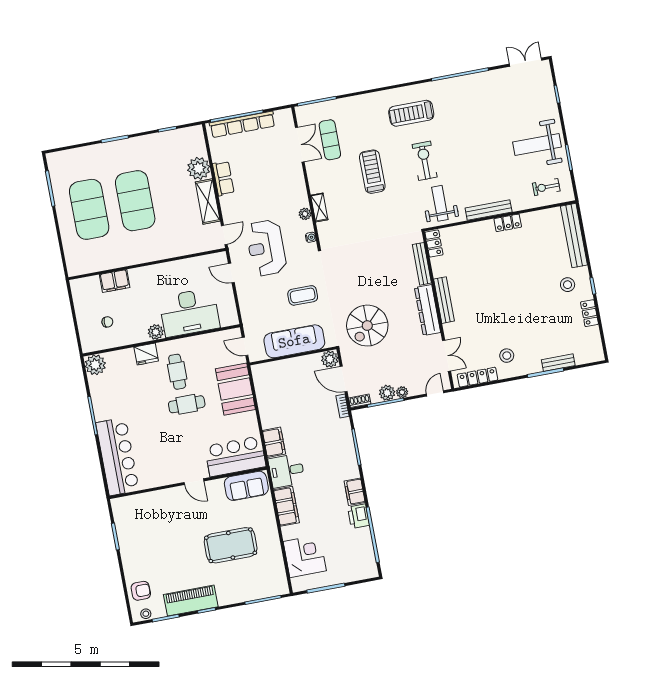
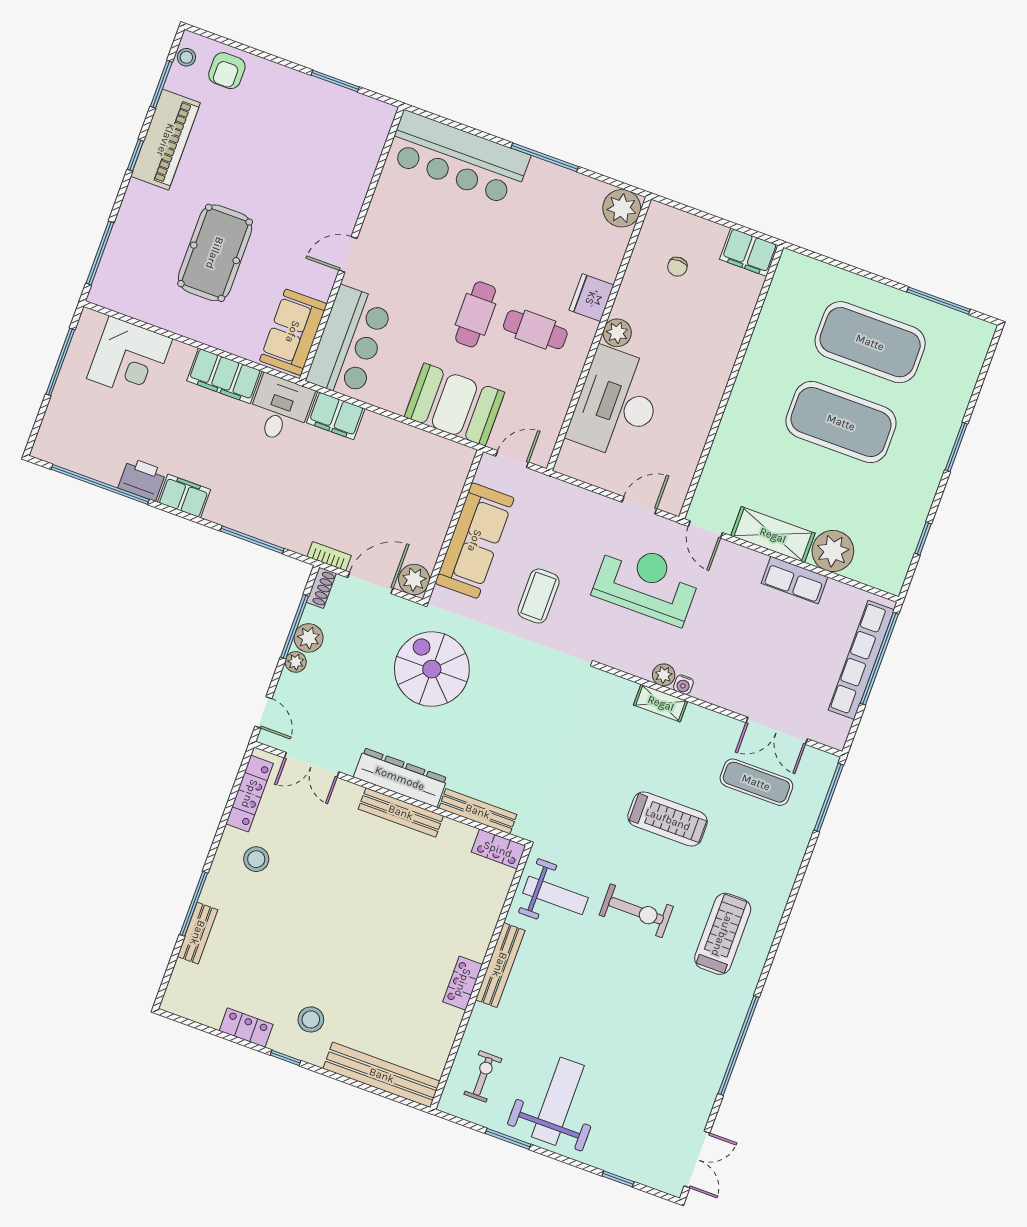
water cooler: (311, 237) -> (683, 685), moved
filing cabinet: (115, 281) -> (749, 252), moved, turned -90

